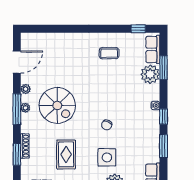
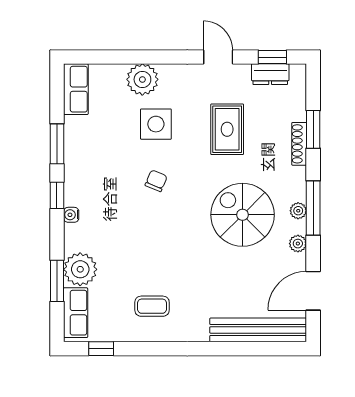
bench: (48, 39) -> (258, 330), added

